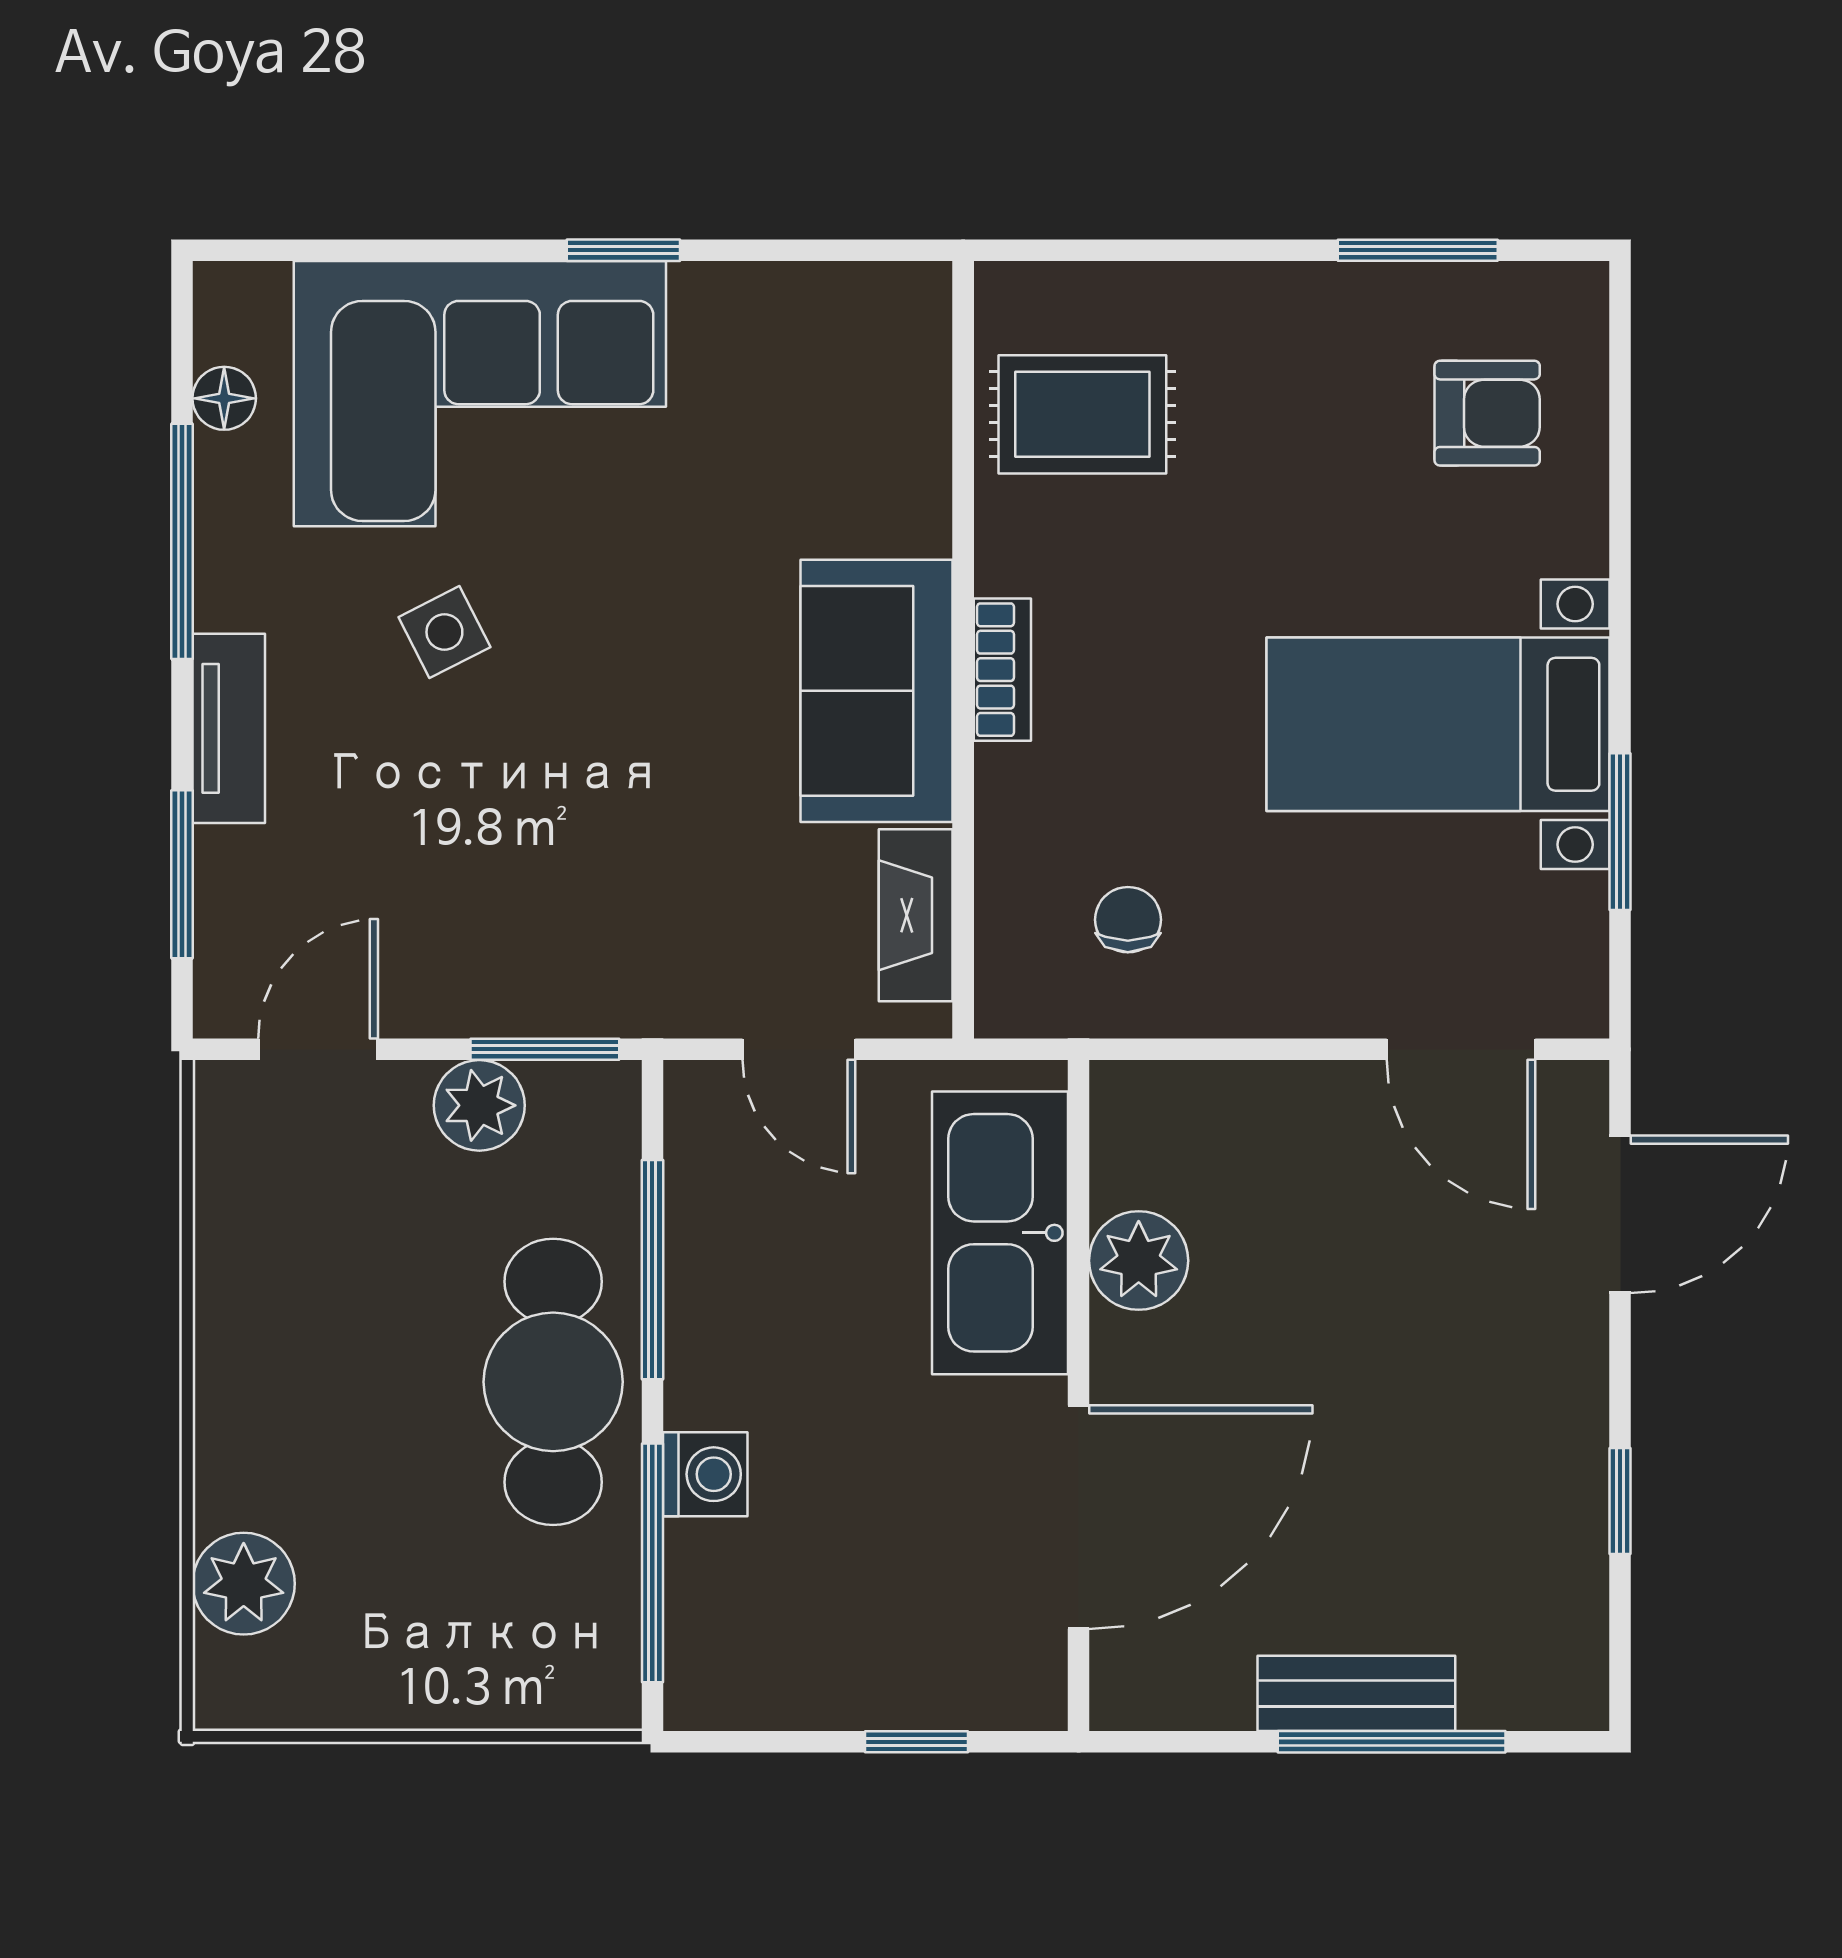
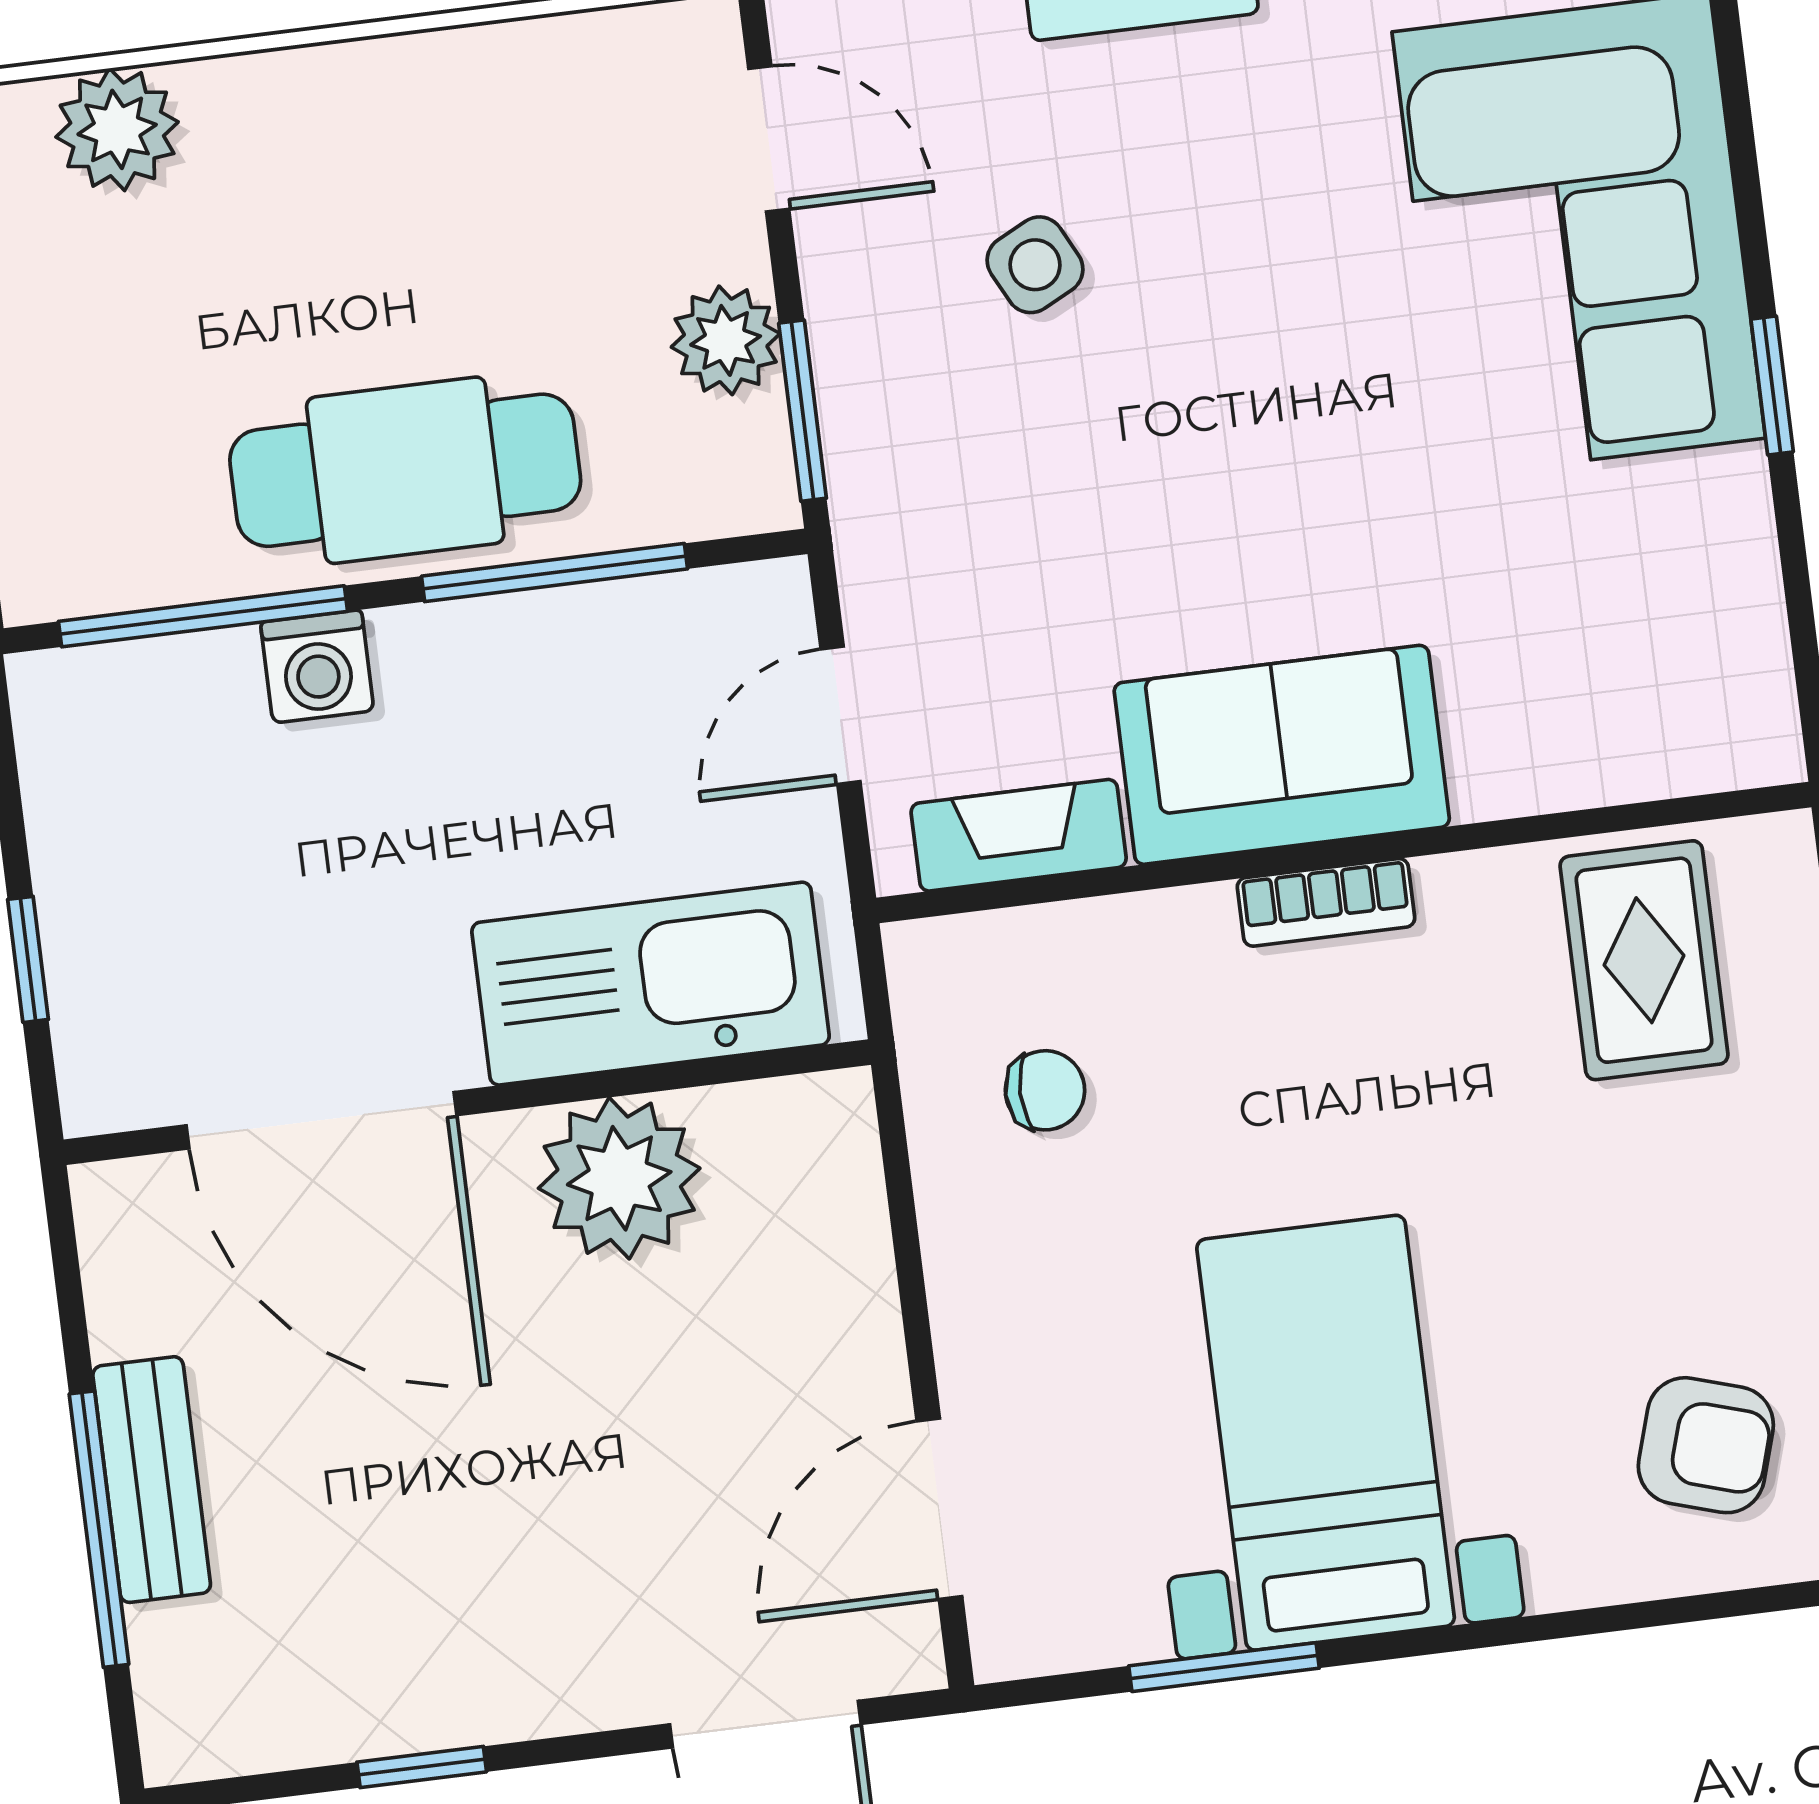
armchair: (1487, 413) -> (1706, 1445), turned -73
side table: (444, 632) -> (1035, 265), moved
plant: (1139, 1261) -> (619, 1178), width x1.36, depth x1.36

